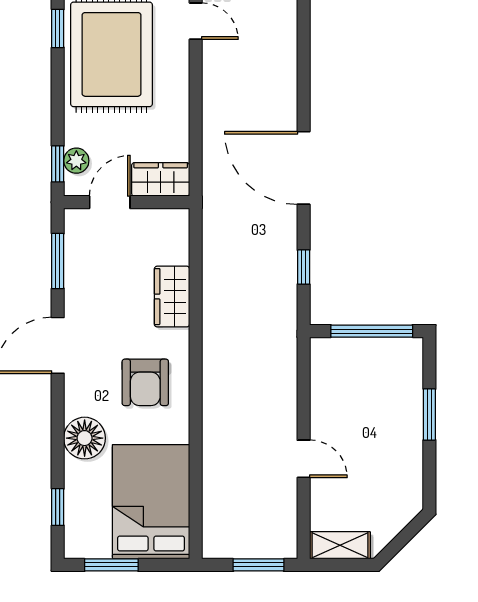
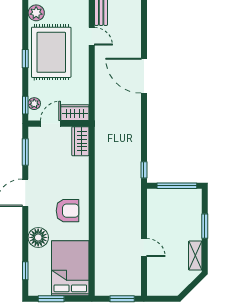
window: (58, 28) -> (25, 59), moved
door: (304, 168) -> (144, 76), moved
window: (304, 267) -> (144, 170), moved
wardrobe: (172, 297) -> (80, 141), moved
armchair: (145, 382) -> (68, 211), turned -90
shelving: (340, 545) -> (195, 256), moved, turned 90

